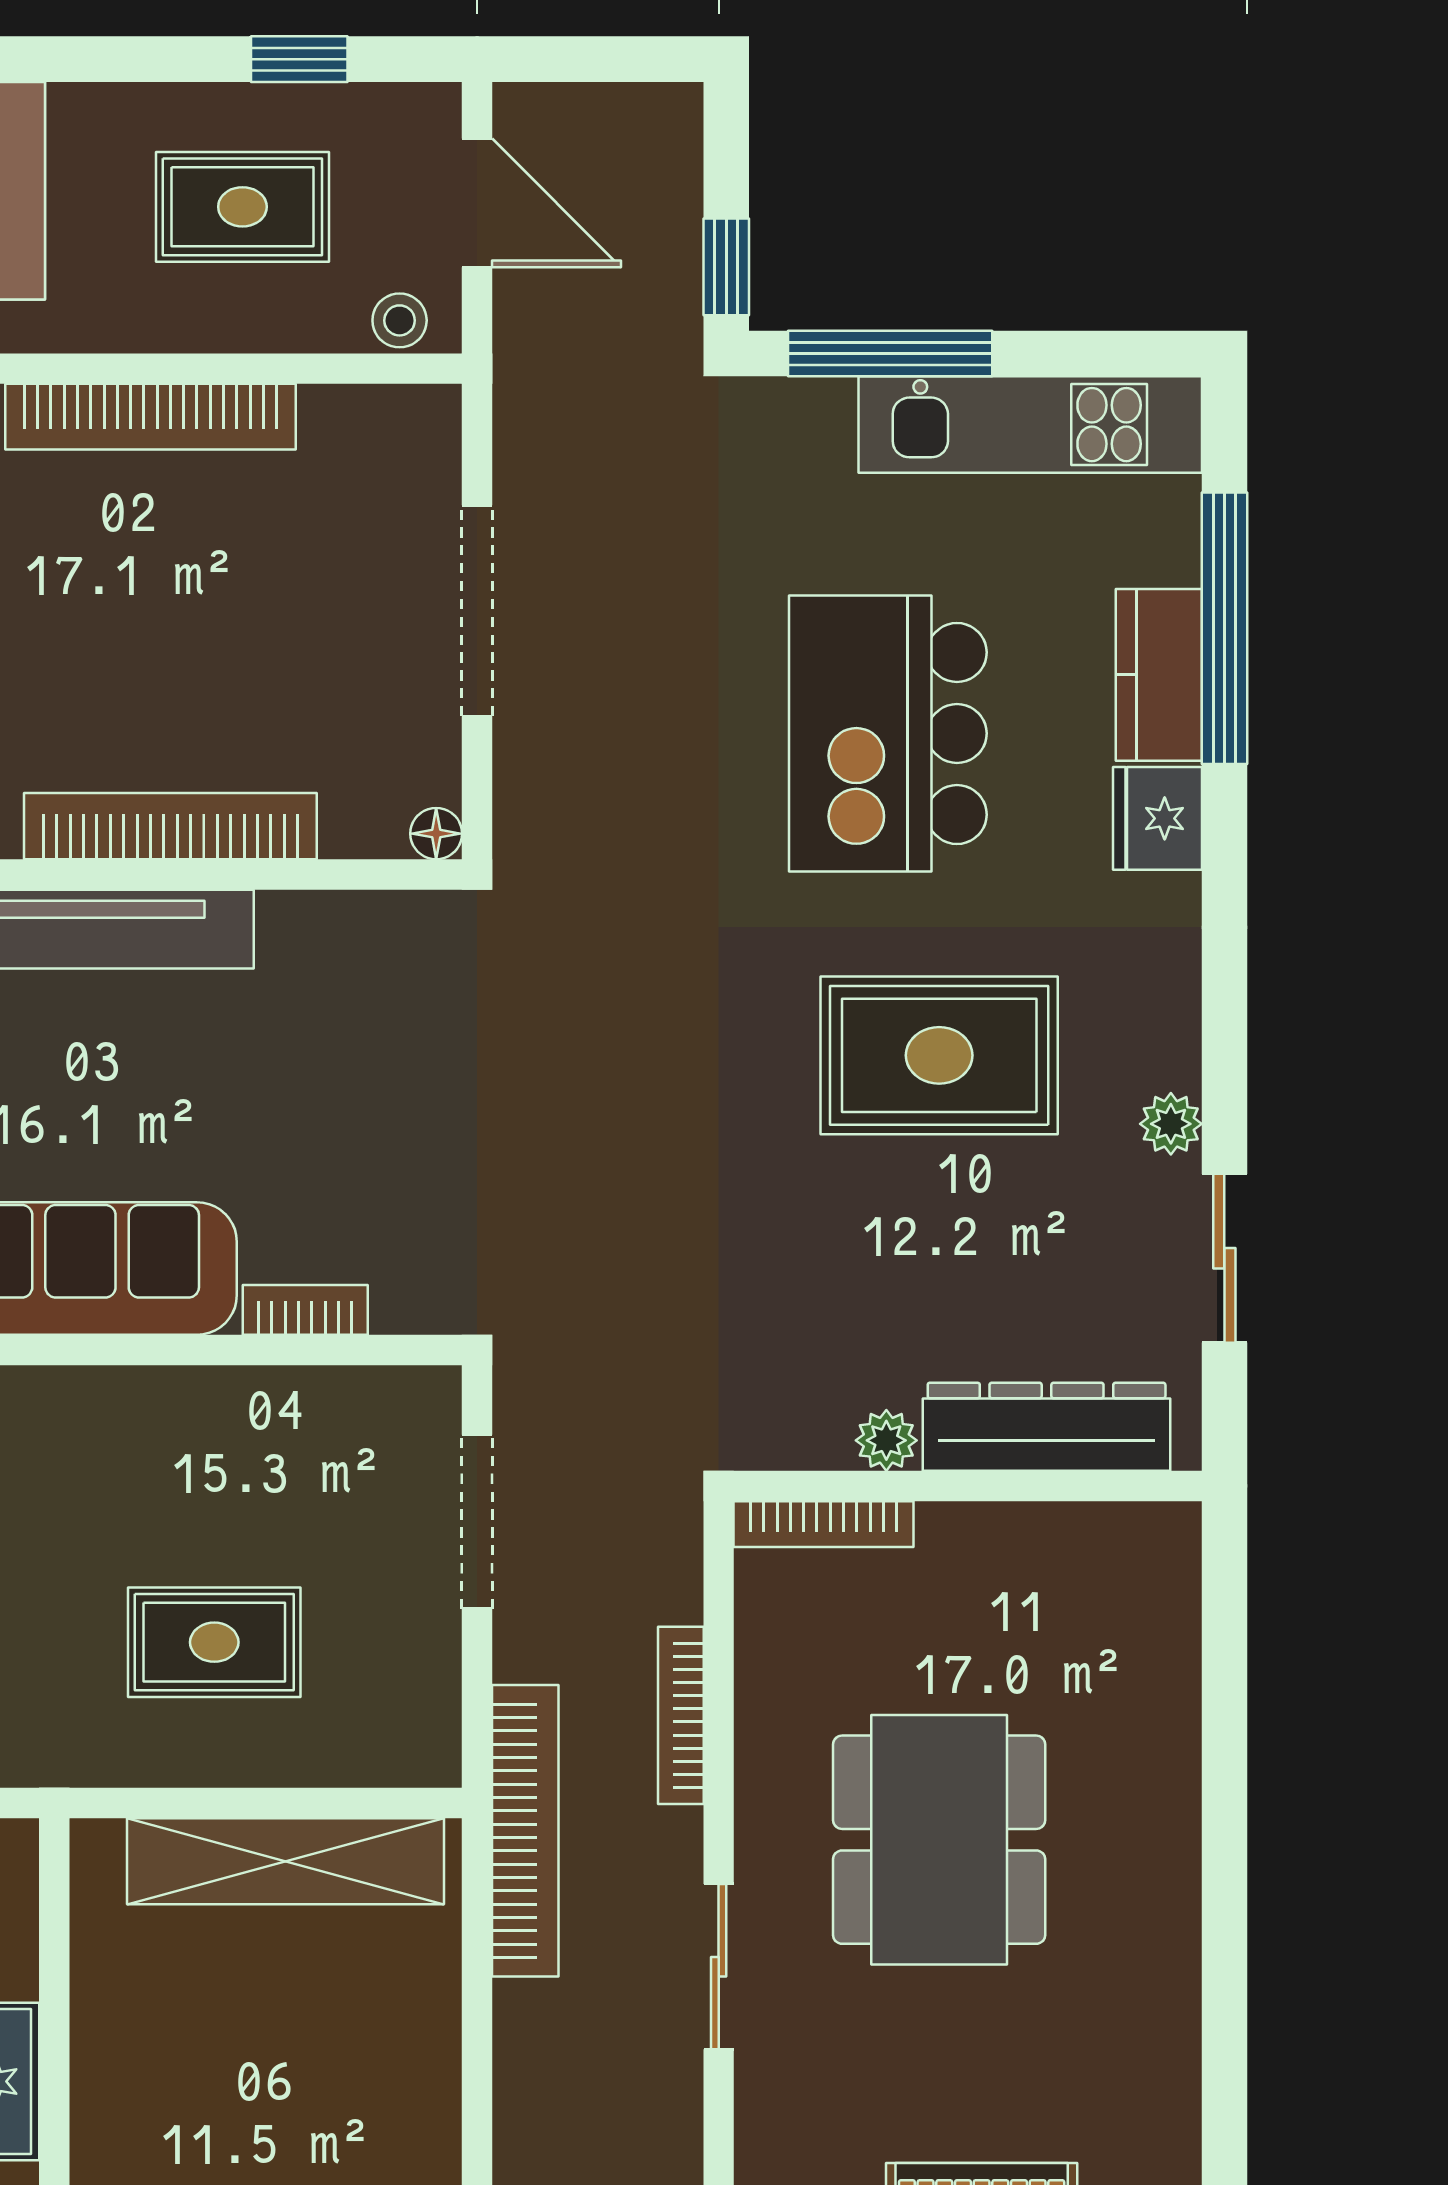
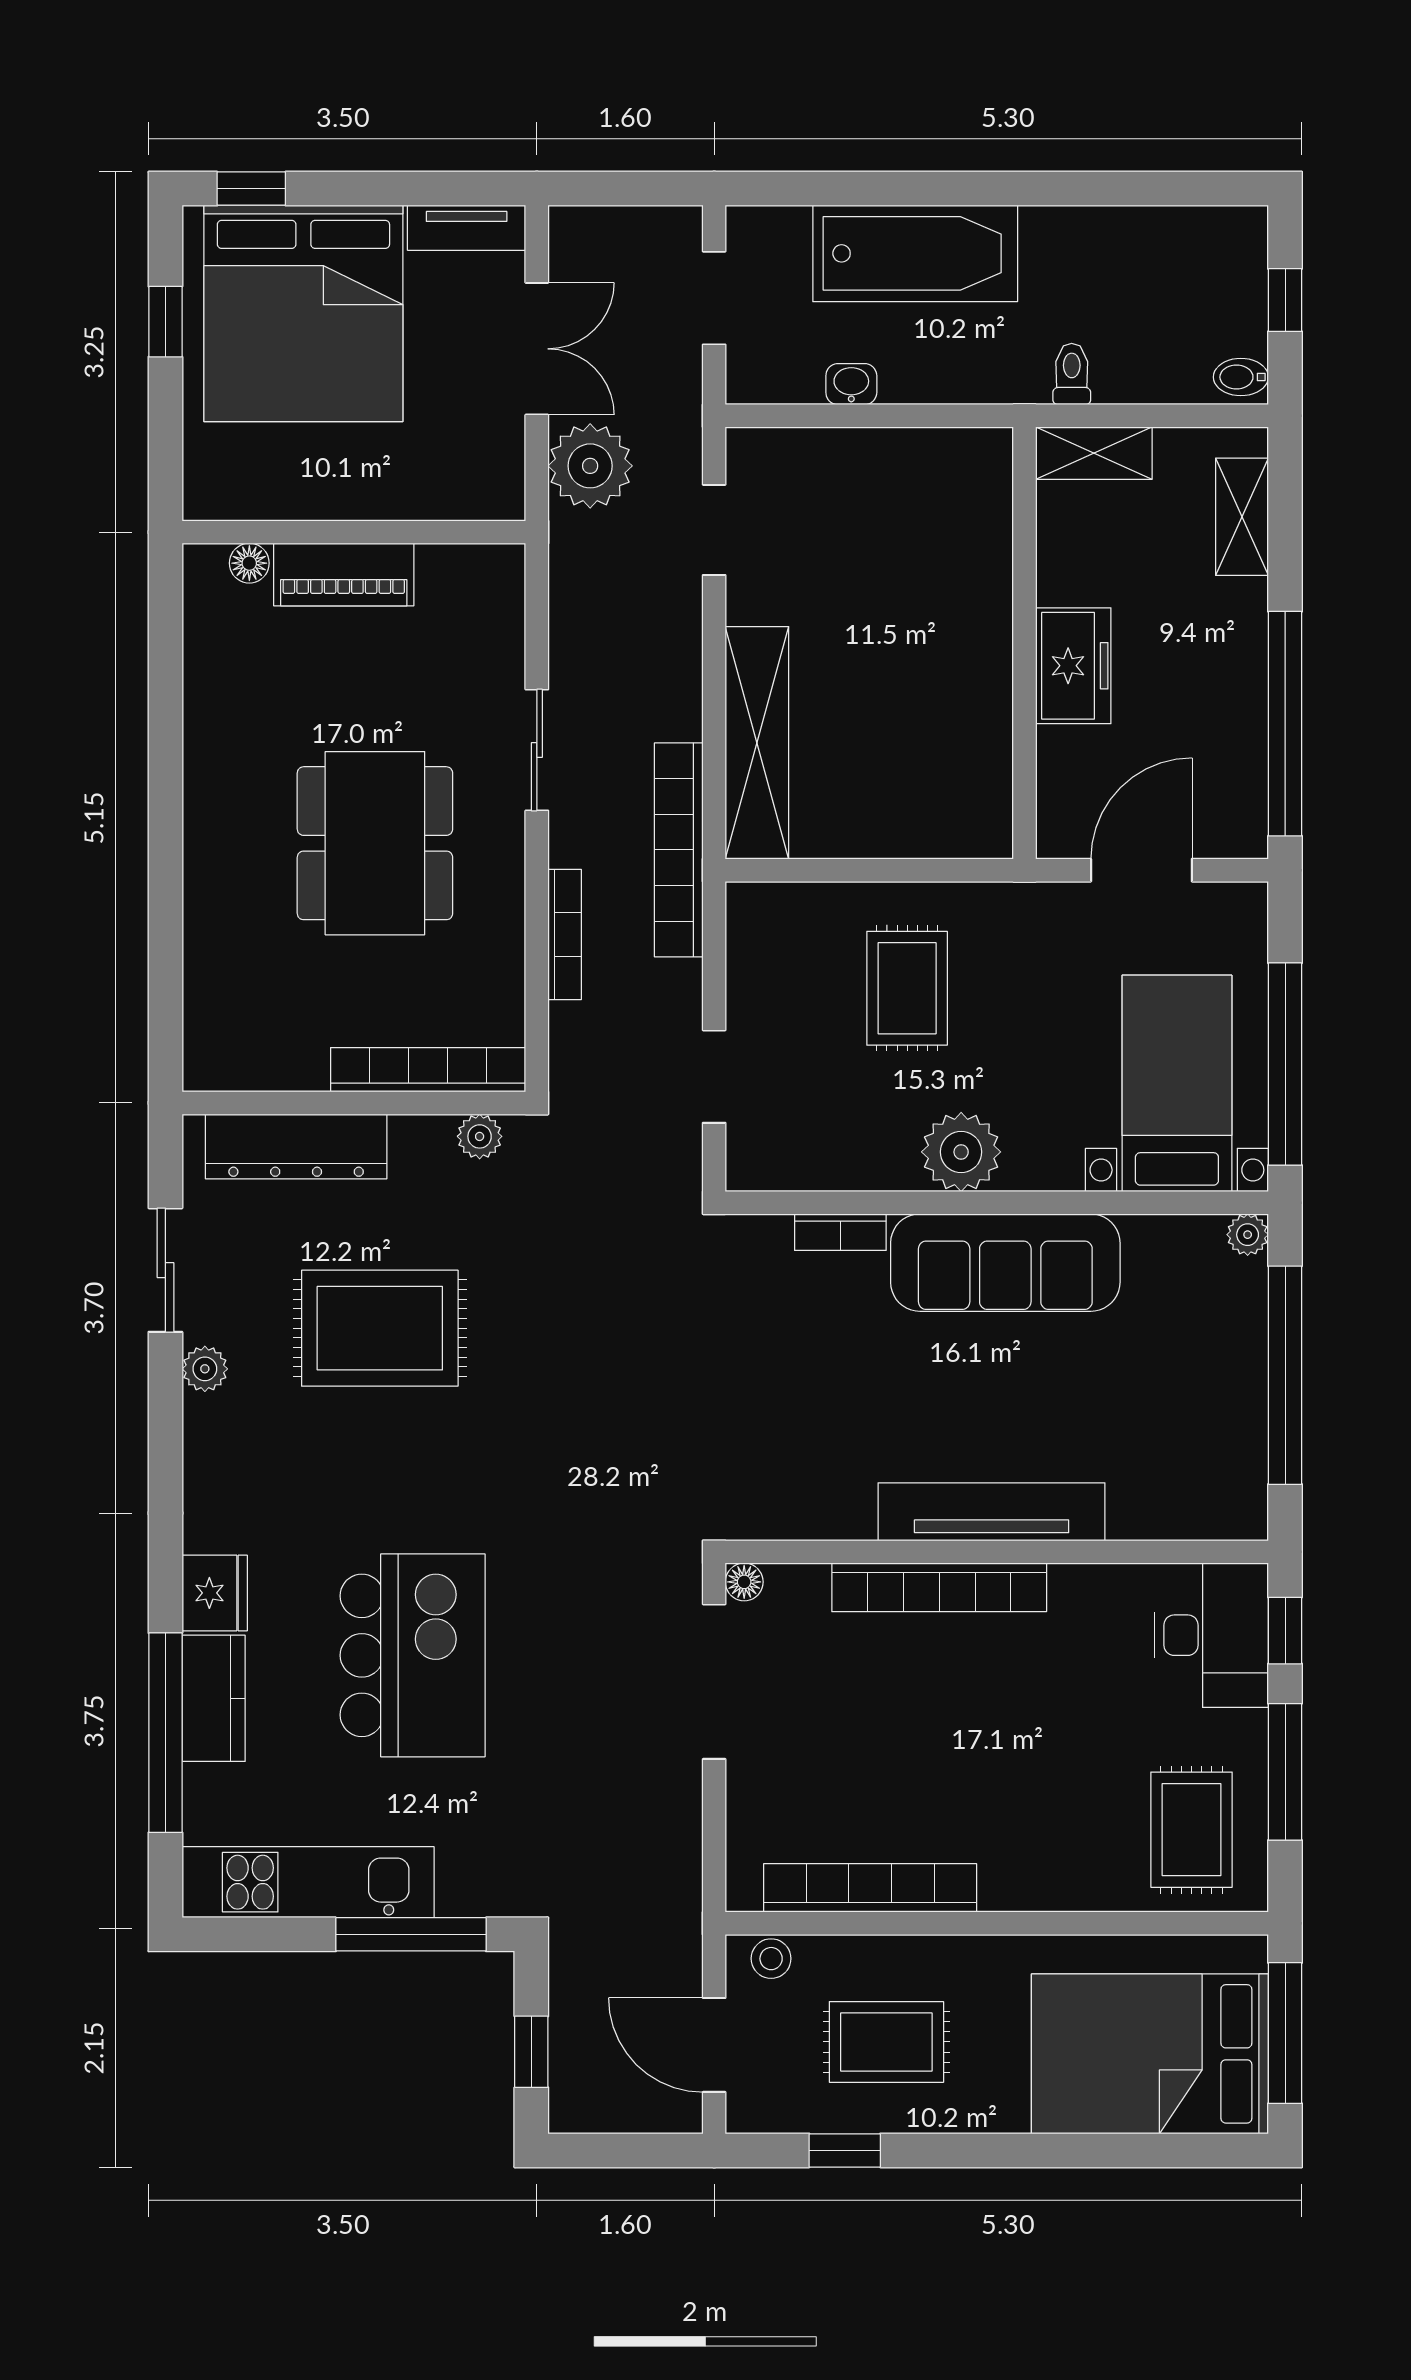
window: (726, 267) -> (531, 2052), moved
bookcase: (150, 417) -> (870, 1888), moved
doorway: (477, 611) -> (714, 1682), moved
rug: (939, 1055) -> (380, 1328), moved
plant: (141, 1419) -> (961, 1152), added
plant: (886, 1440) -> (480, 1136), moved
doorway: (477, 1522) -> (714, 1077), width x0.73
bookcase: (824, 1524) -> (428, 1070), width x1.48, depth x1.31
rug: (214, 1642) -> (907, 988), turned 90
shelving: (286, 1861) -> (757, 743), moved, turned 90

